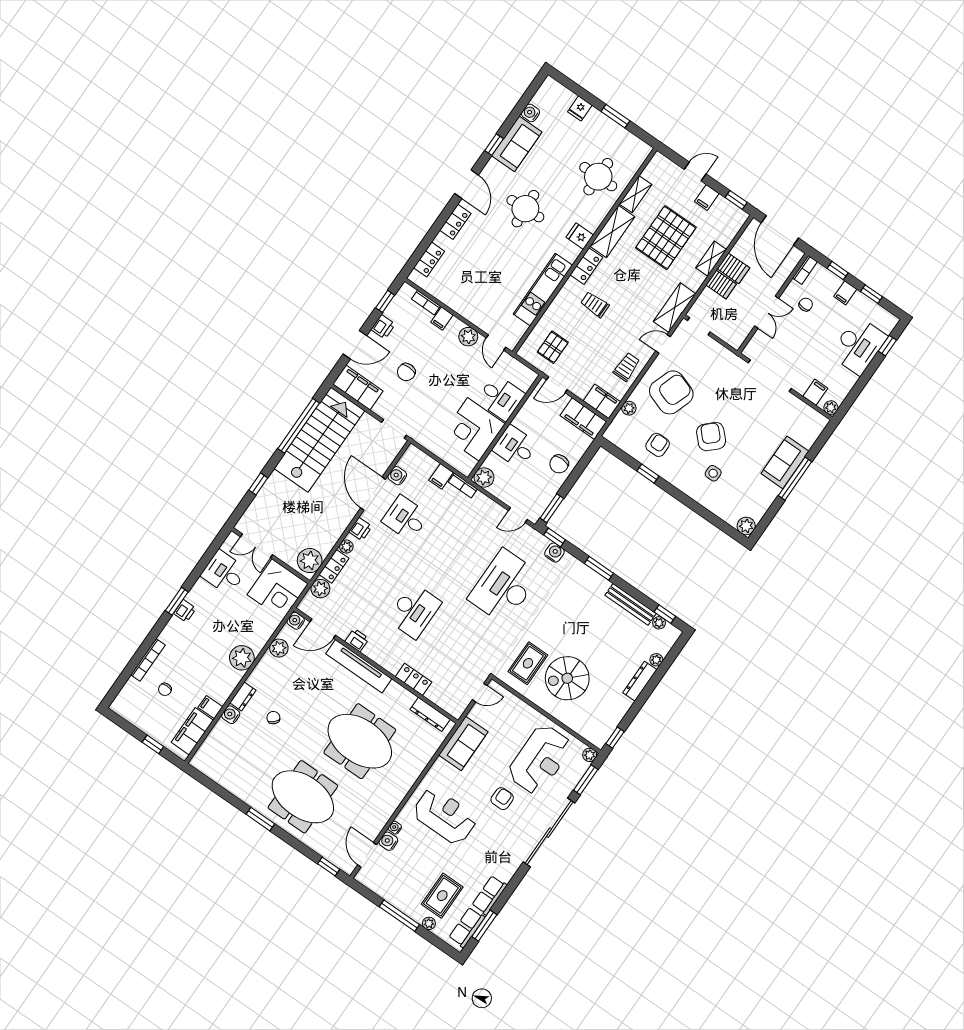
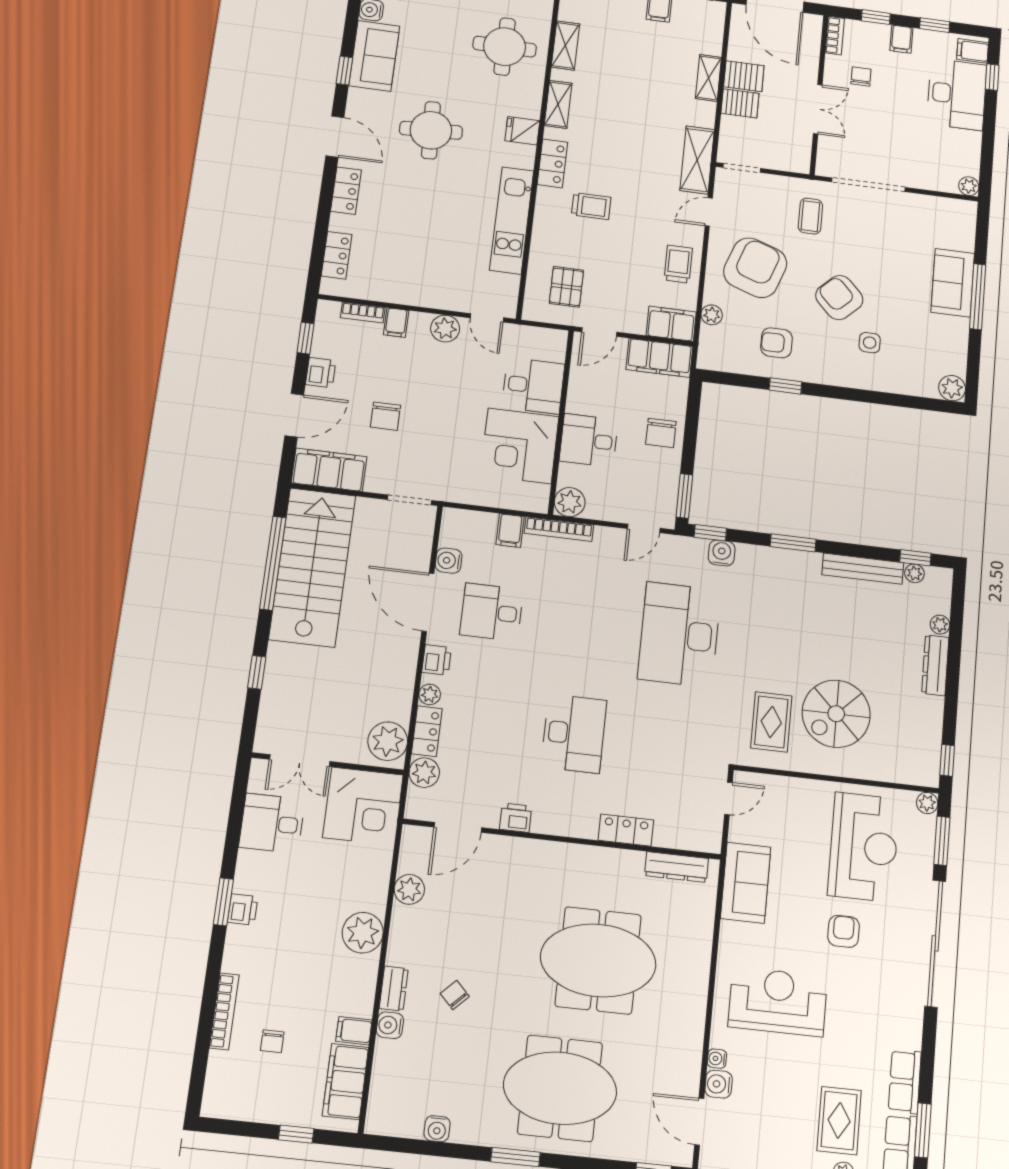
shelving: (612, 232) -> (558, 104), width x0.67, depth x0.75
pallet: (666, 238) -> (635, 80), removed
trolley: (595, 305) -> (591, 206), turned 180
coffee table: (723, 377) -> (810, 216), added
filing cabinet: (815, 392) -> (973, 51), moved, turned -90
armchair: (658, 445) -> (777, 343), turned -90
bookcase: (463, 486) -> (559, 529), width x1.56
water cooler: (296, 621) -> (437, 1129), moved, turned -90
tv unit: (359, 666) -> (538, 853), removed

